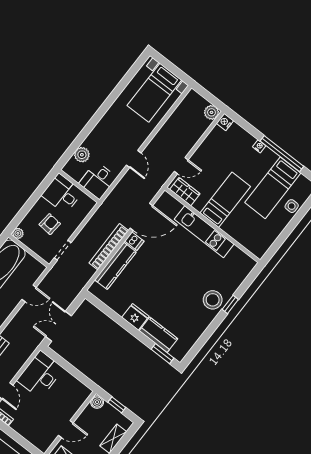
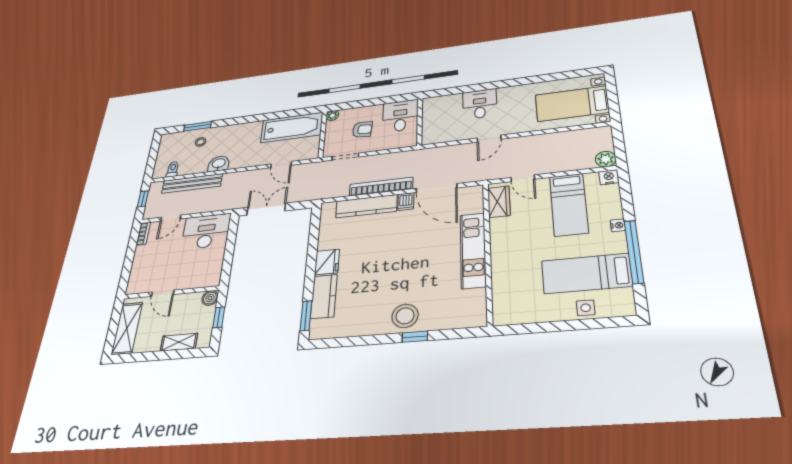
plant: (82, 155) -> (452, 101), removed
desk: (98, 180) -> (480, 104), moved, turned 90
bed: (225, 200) -> (569, 204), moved, turned 90

